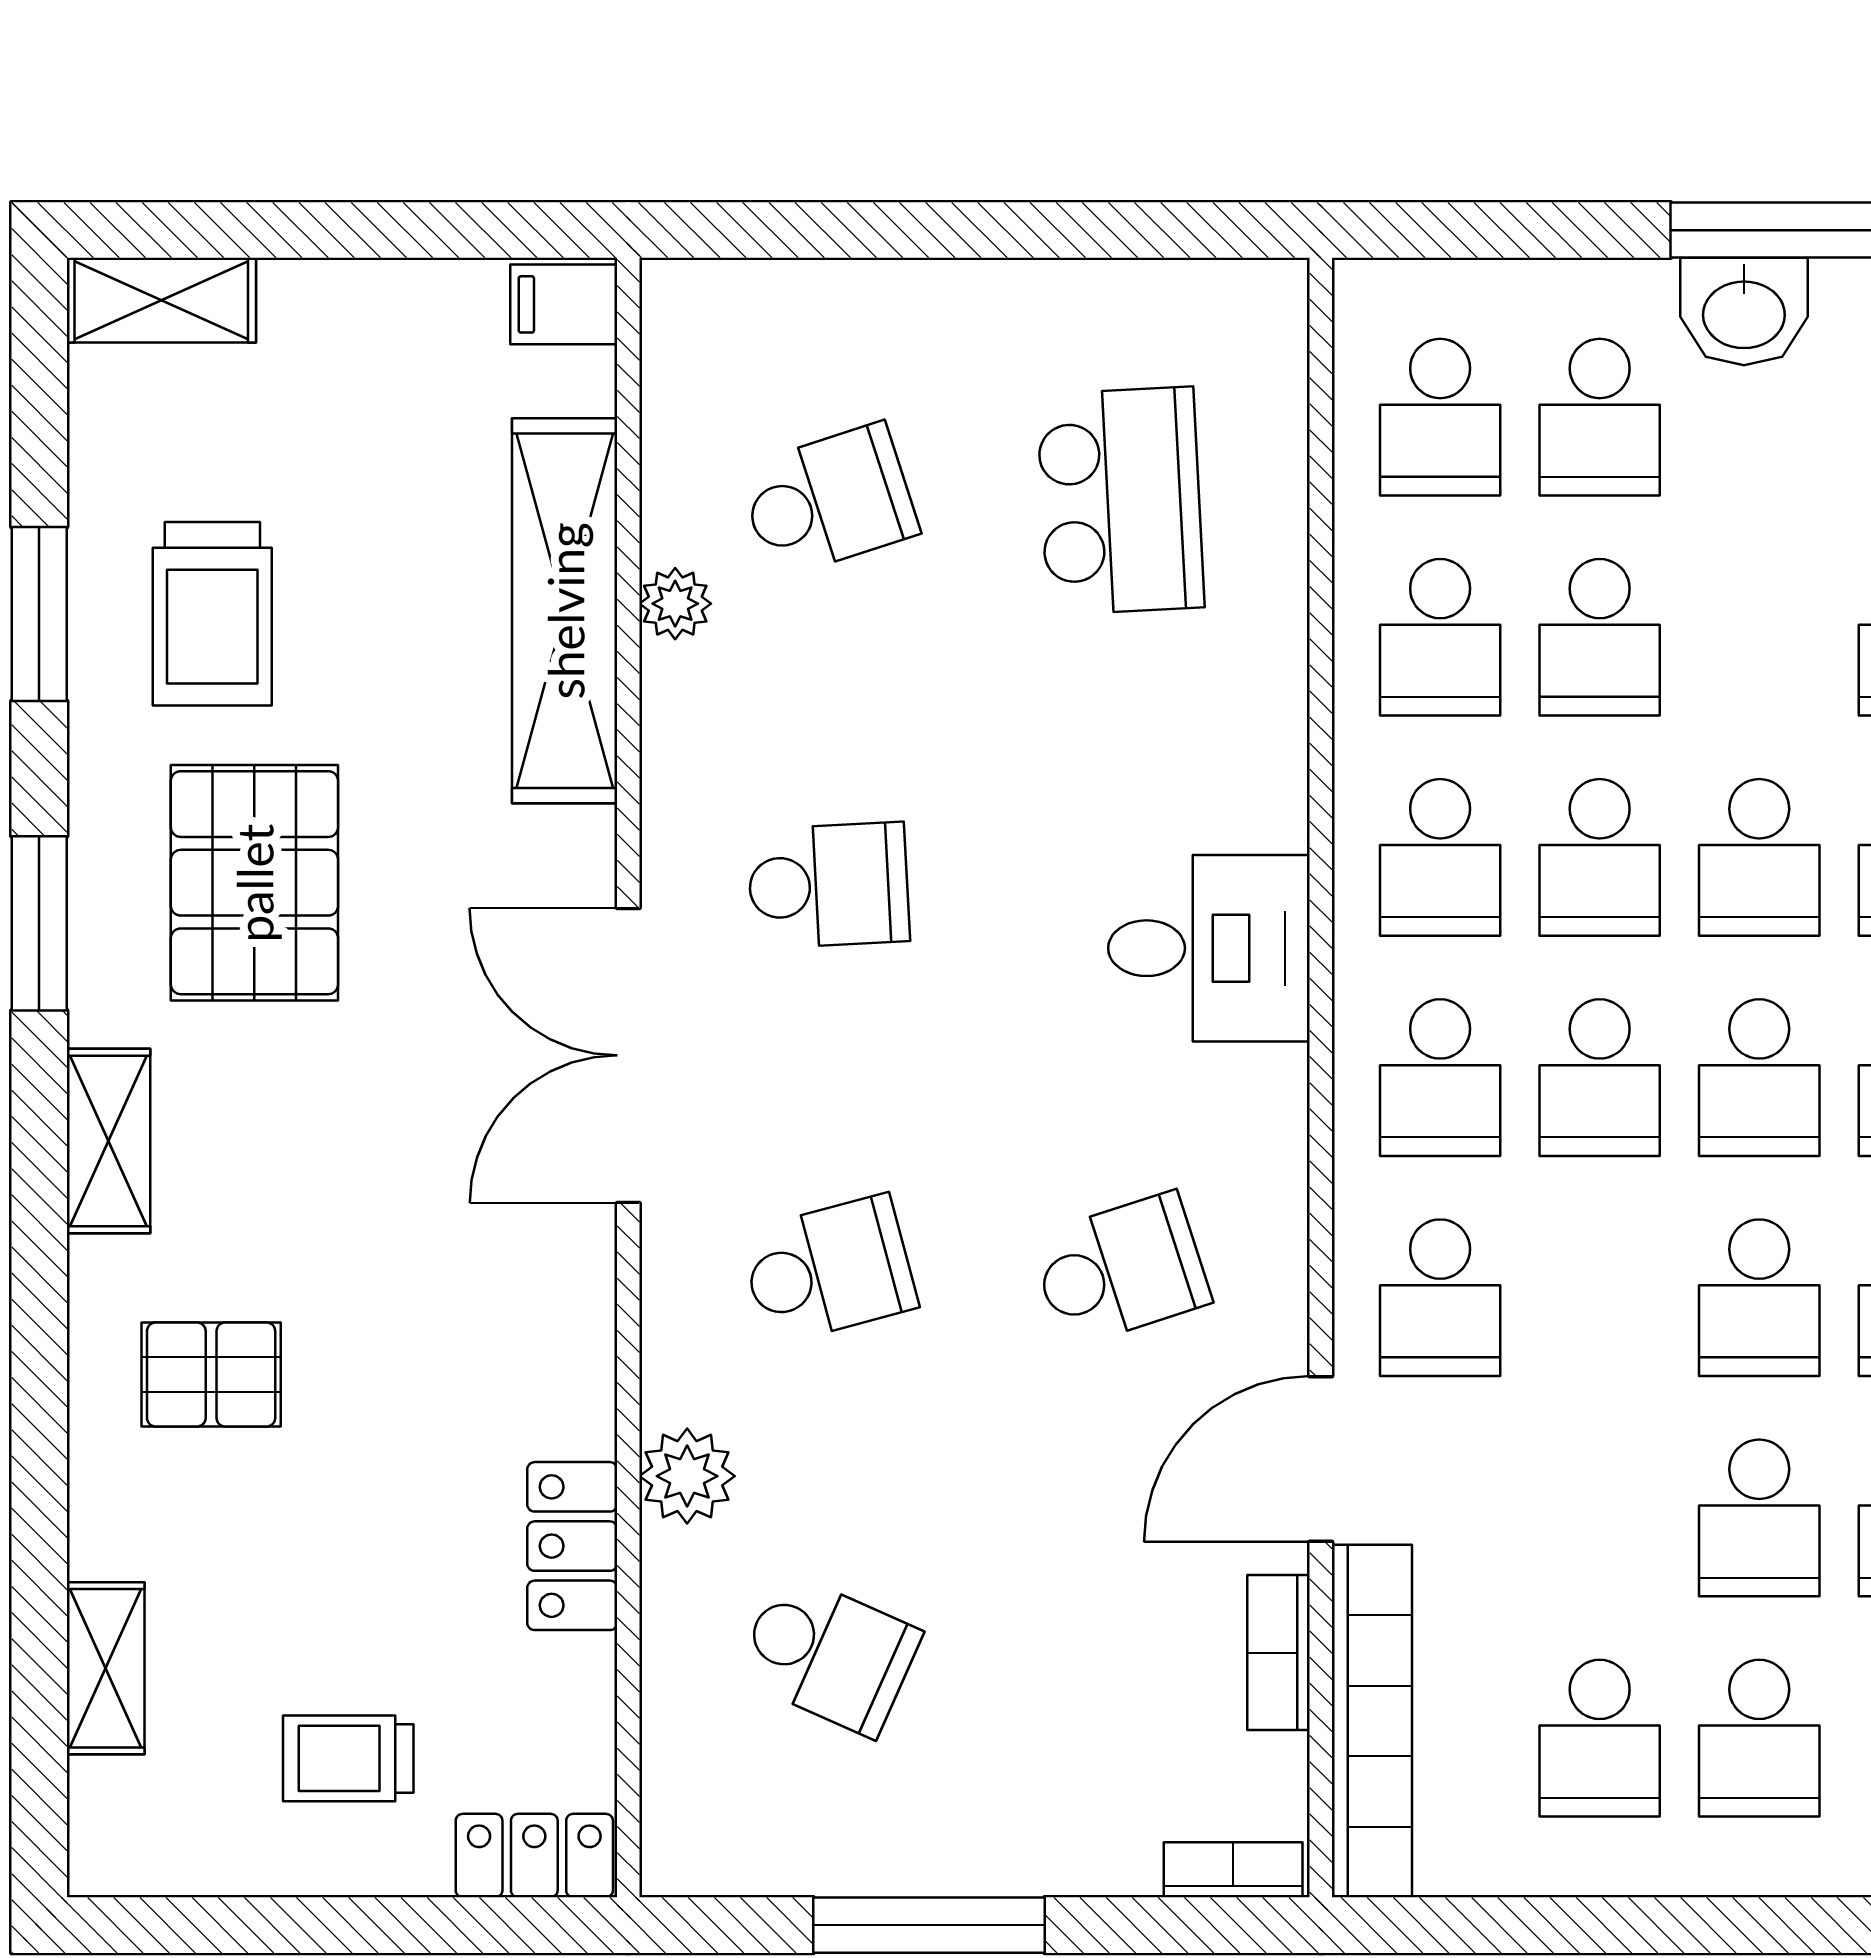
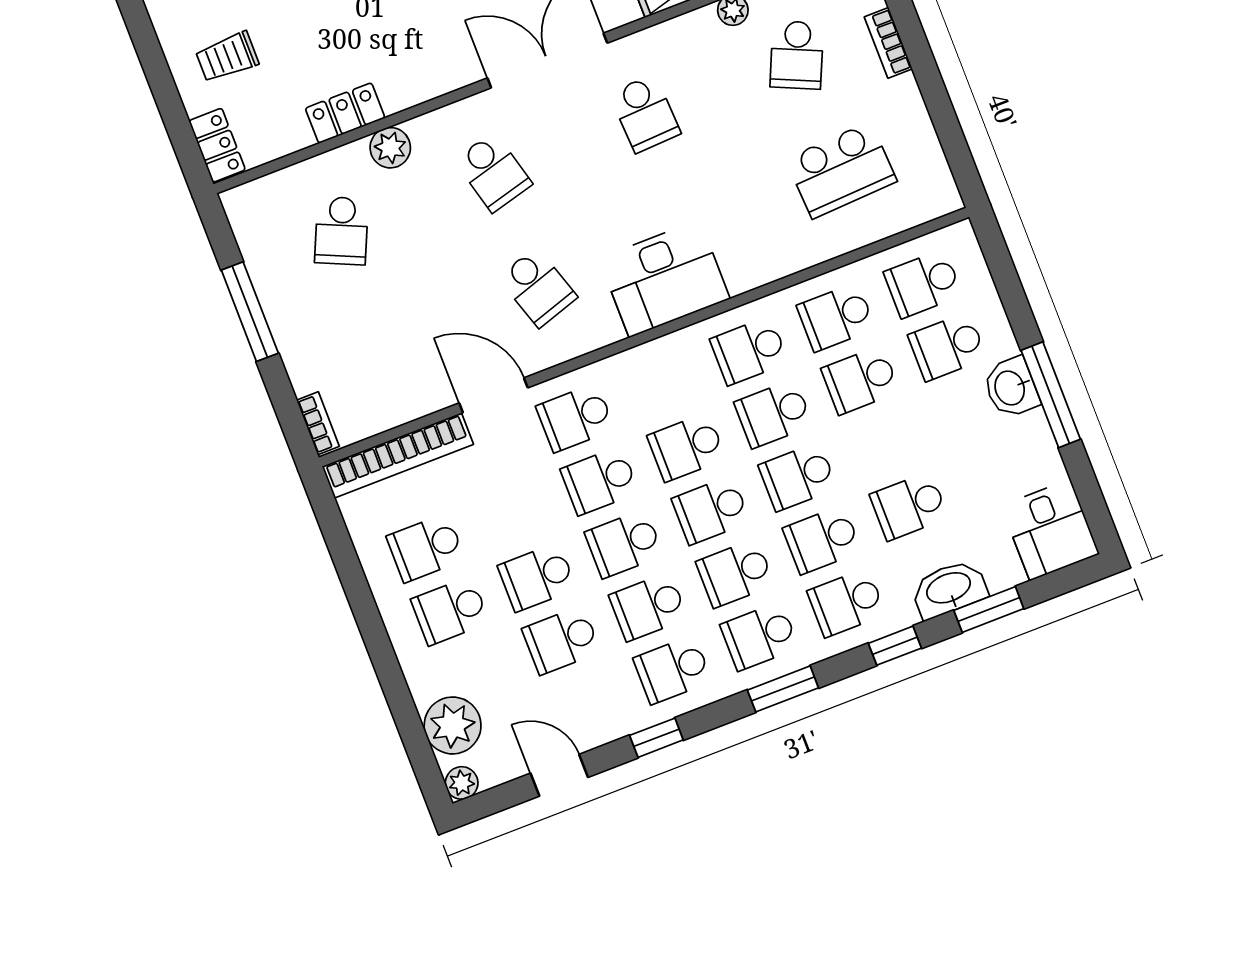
school desk: (829, 501) -> (797, 55), turned 42
desk: (1209, 948) -> (664, 279), width x1.37
school desk: (1440, 1078) -> (600, 481), moved
bookcase: (1279, 1653) -> (888, 43), moved, turned -90
trolley: (348, 1758) -> (227, 57), turned -90

